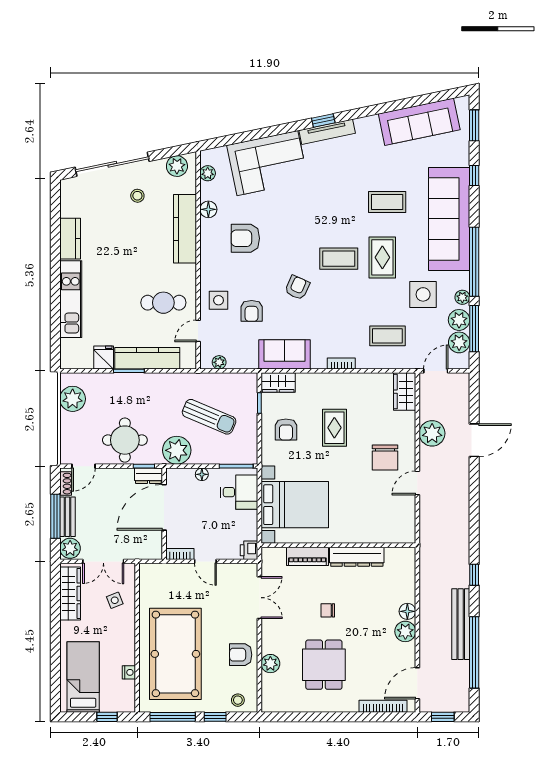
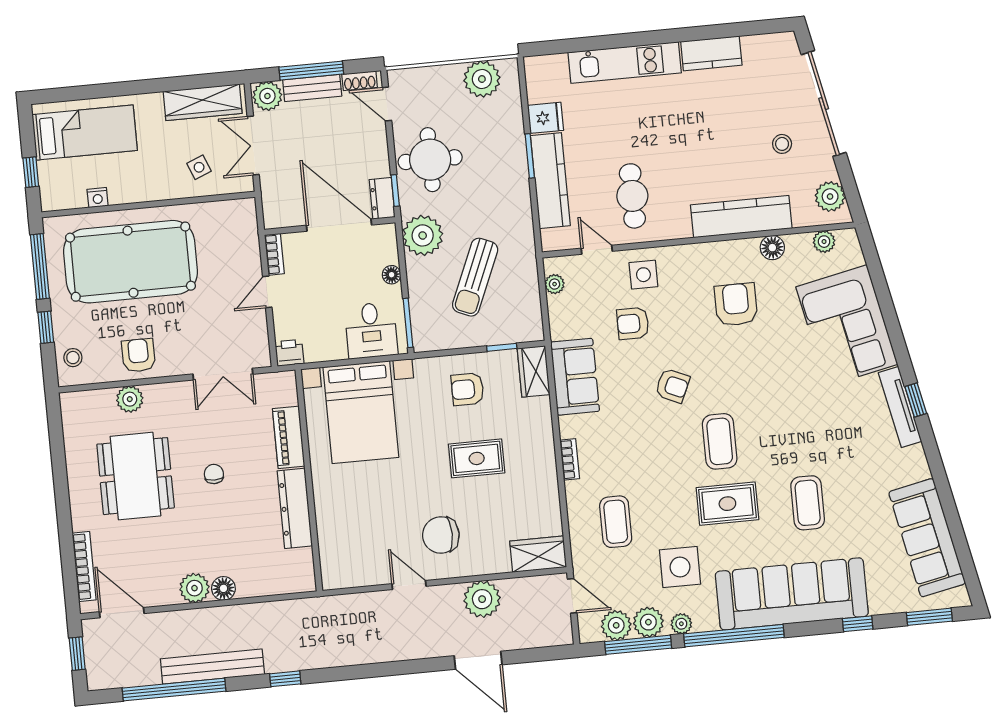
dining table: (324, 665) -> (136, 476), width x1.38

